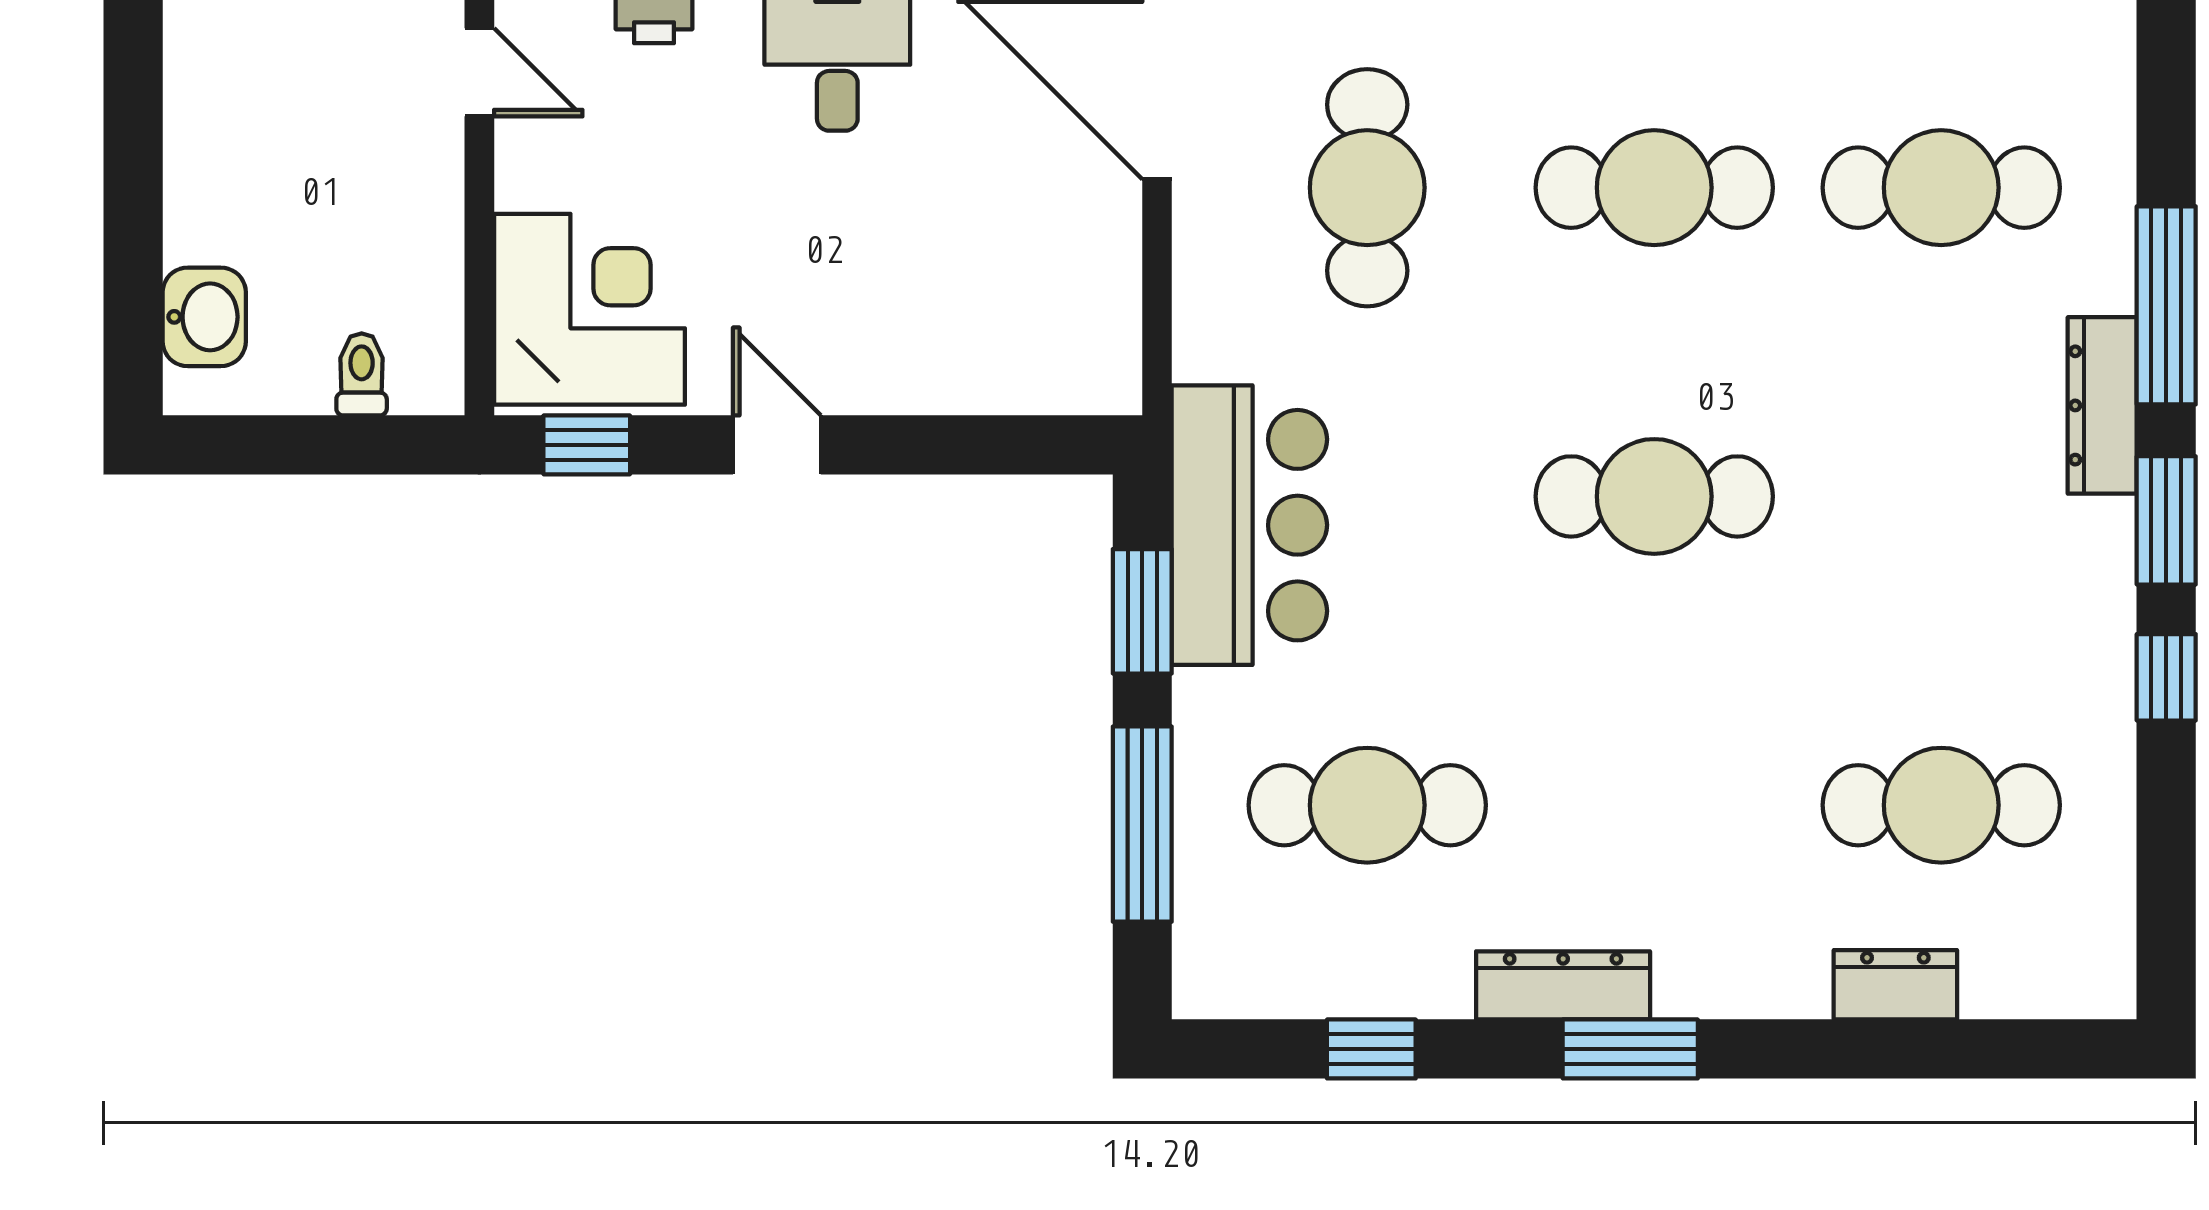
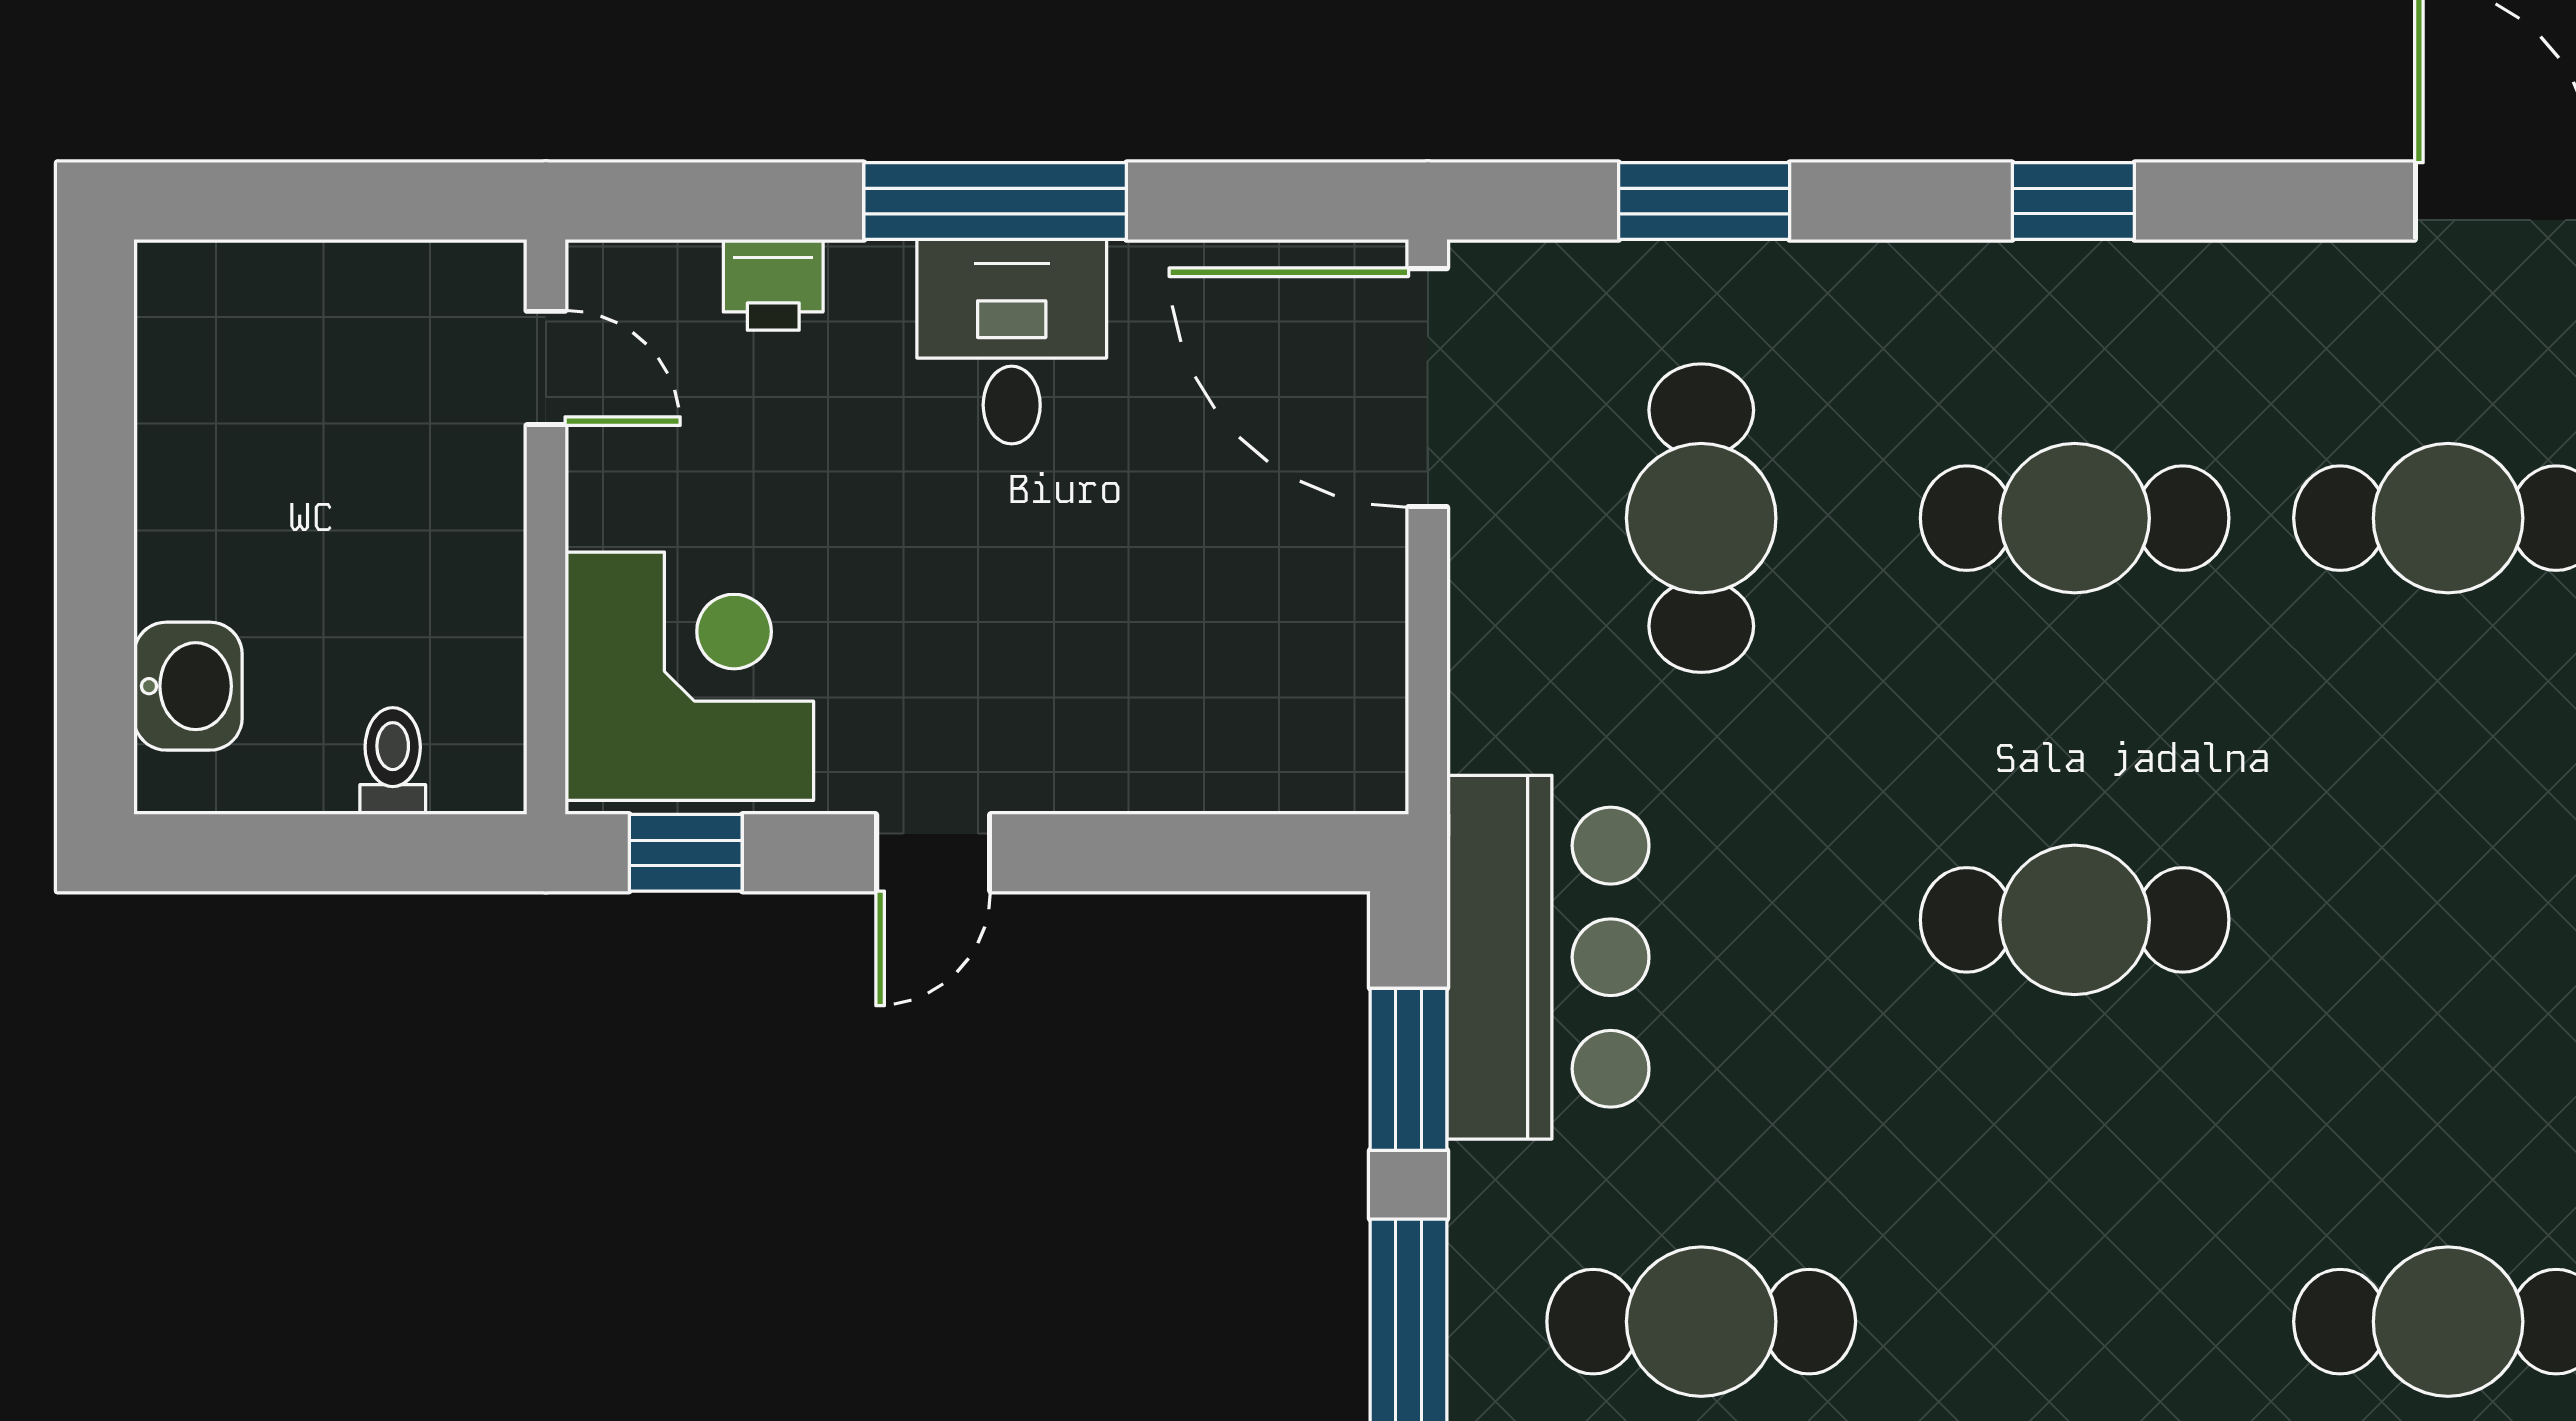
door: (777, 445) -> (933, 853), swing flipped

